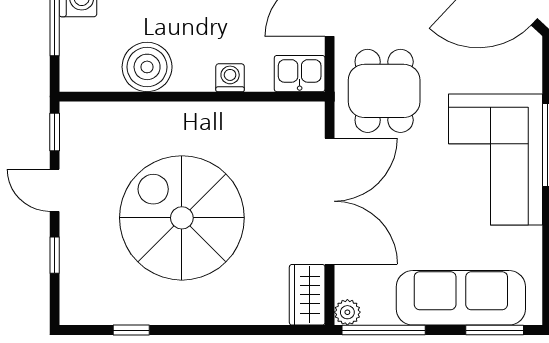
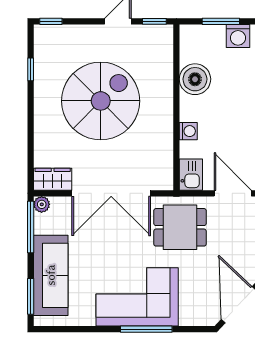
window: (55, 255) -> (51, 21), moved

